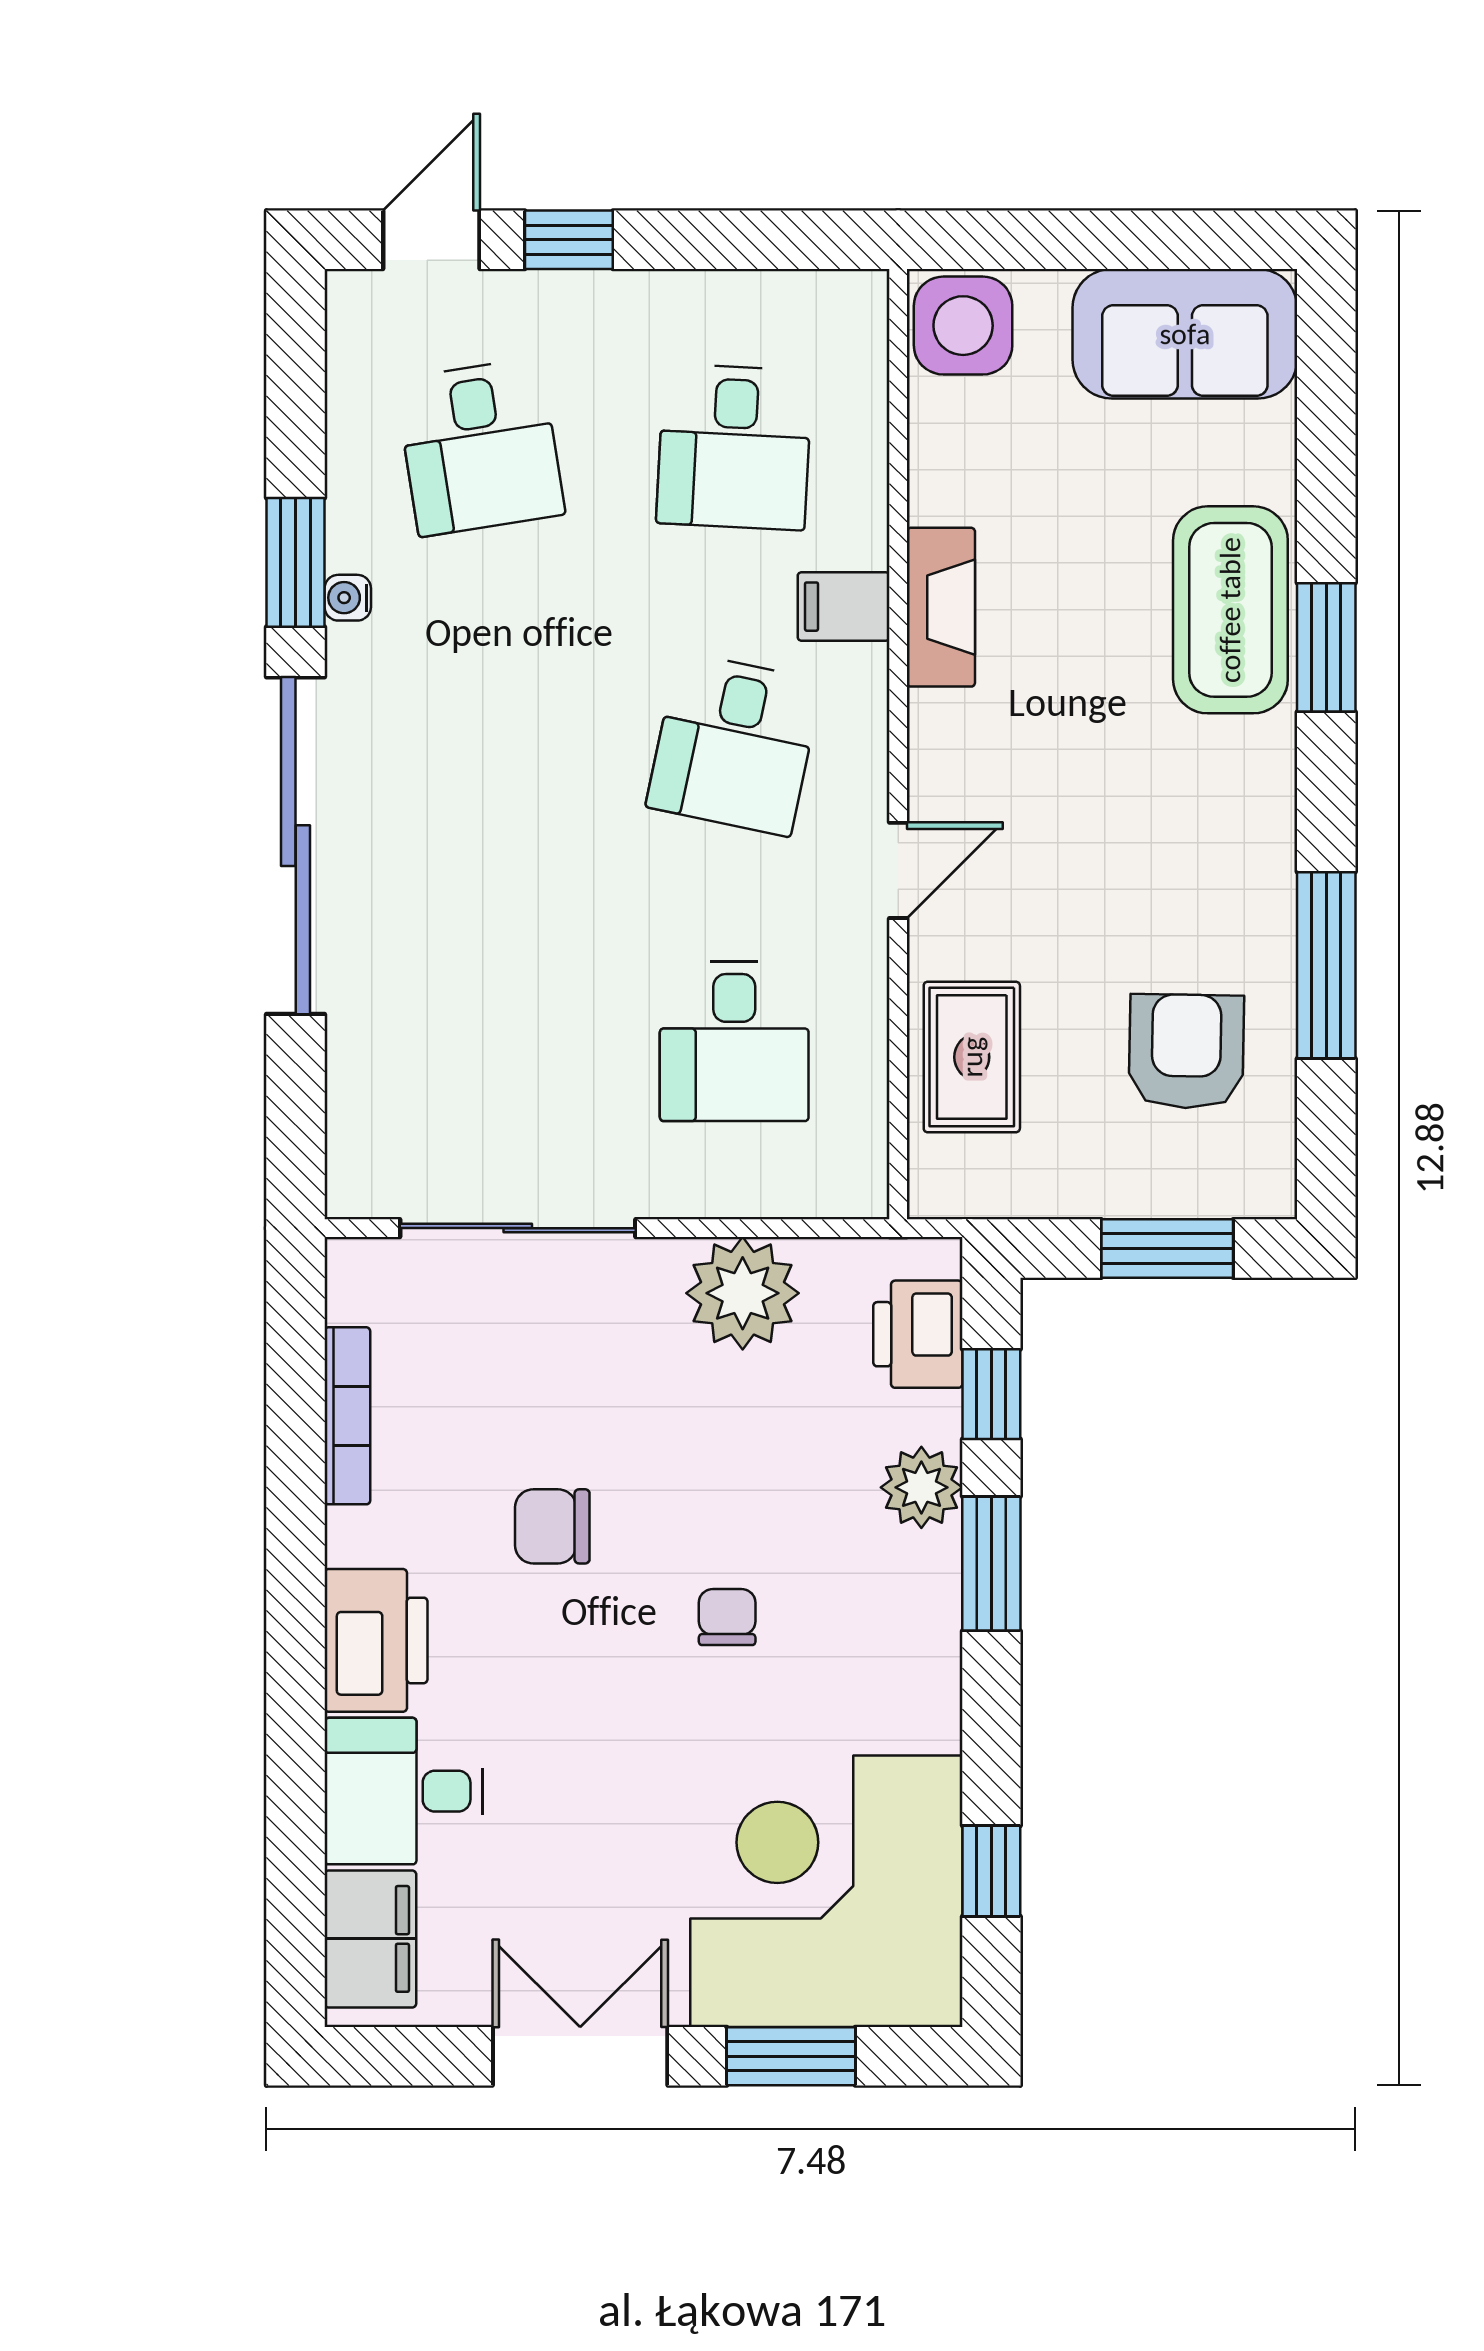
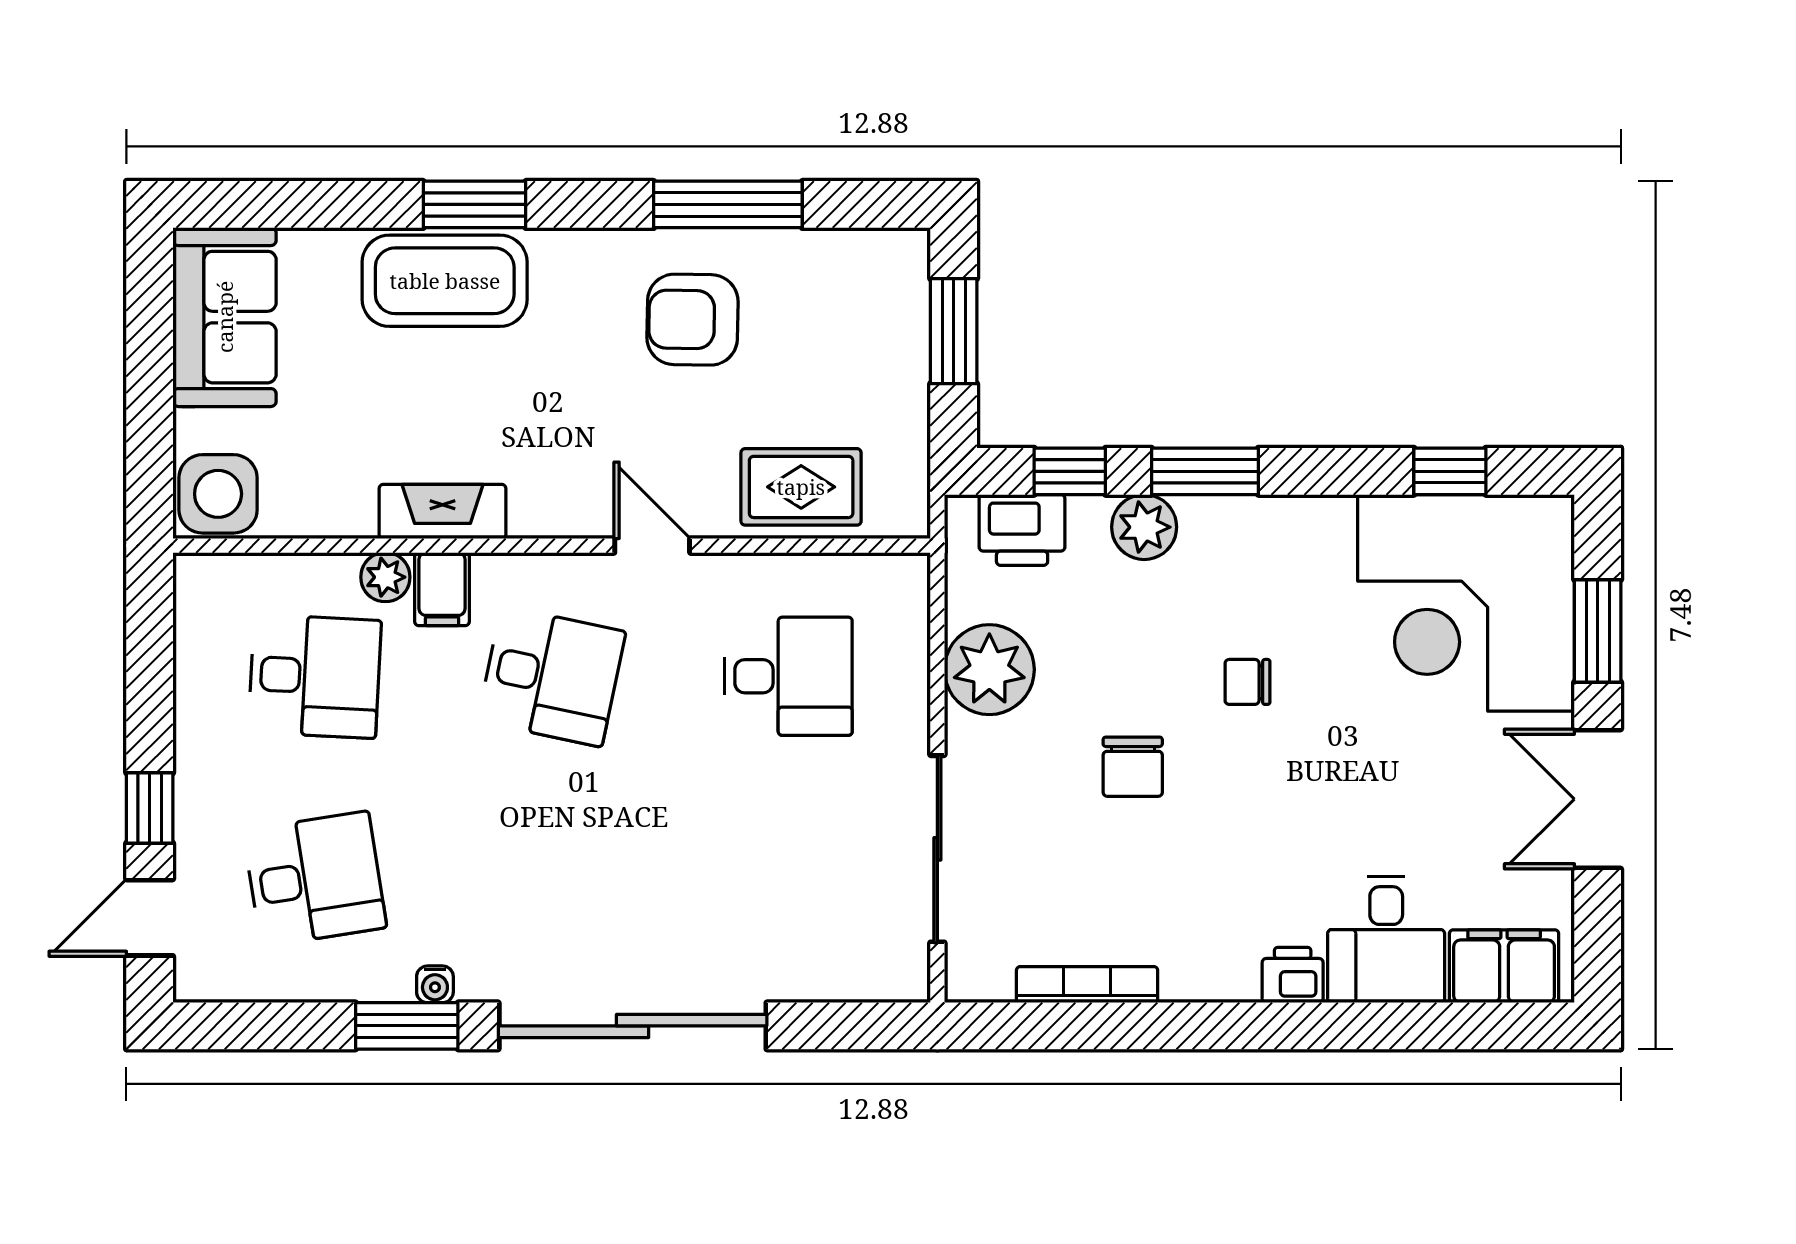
door: (431, 240) -> (150, 918), hinge flipped
plant: (859, 535) -> (385, 577), added
armchair: (1186, 1051) -> (692, 320), moved
chair: (552, 1526) -> (1133, 767), moved
printer: (376, 1640) -> (1293, 975), width x0.53, depth x0.68

